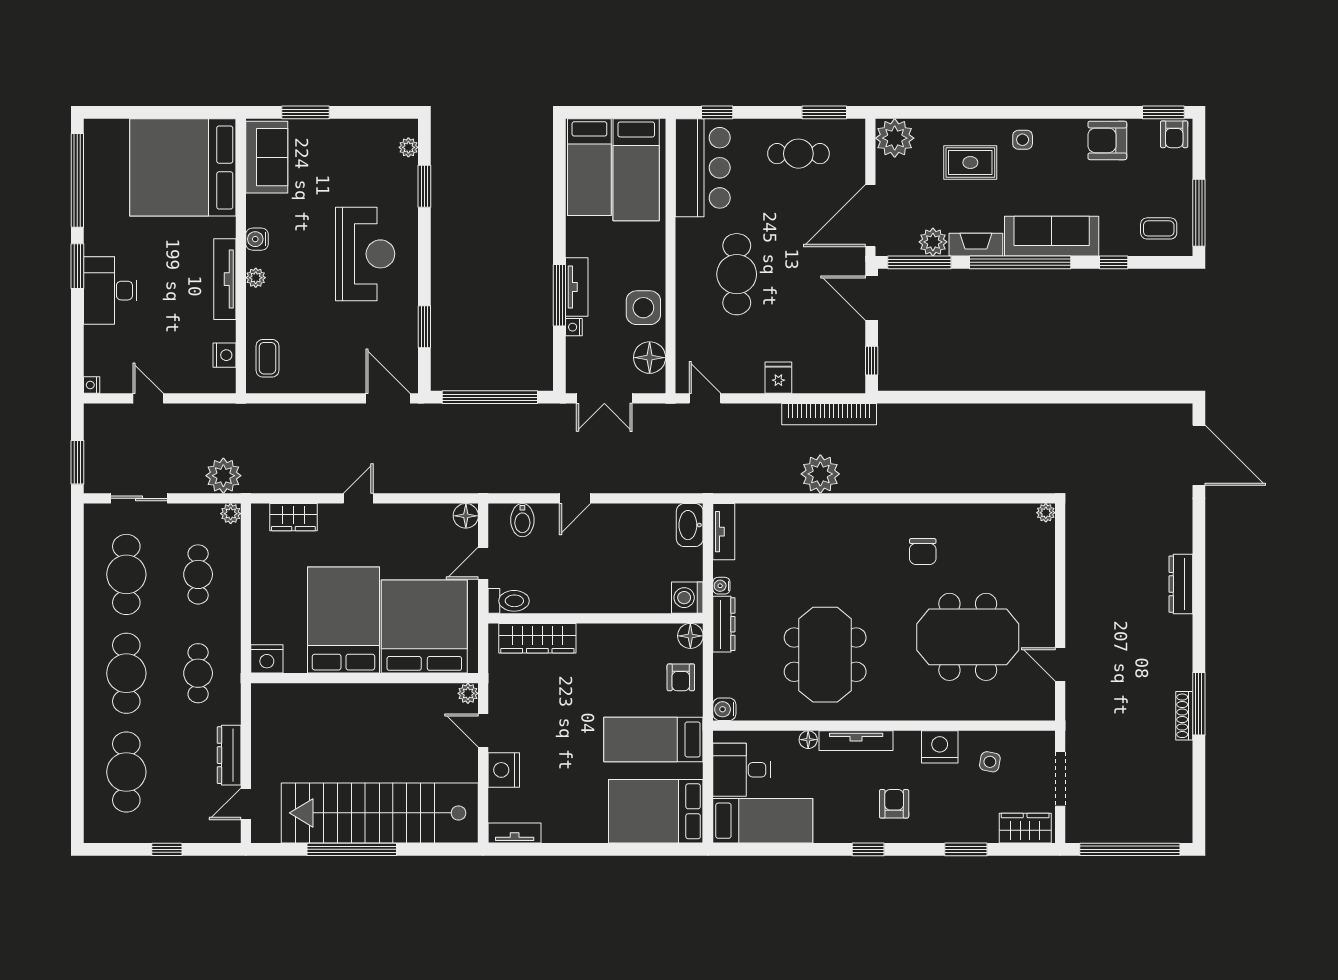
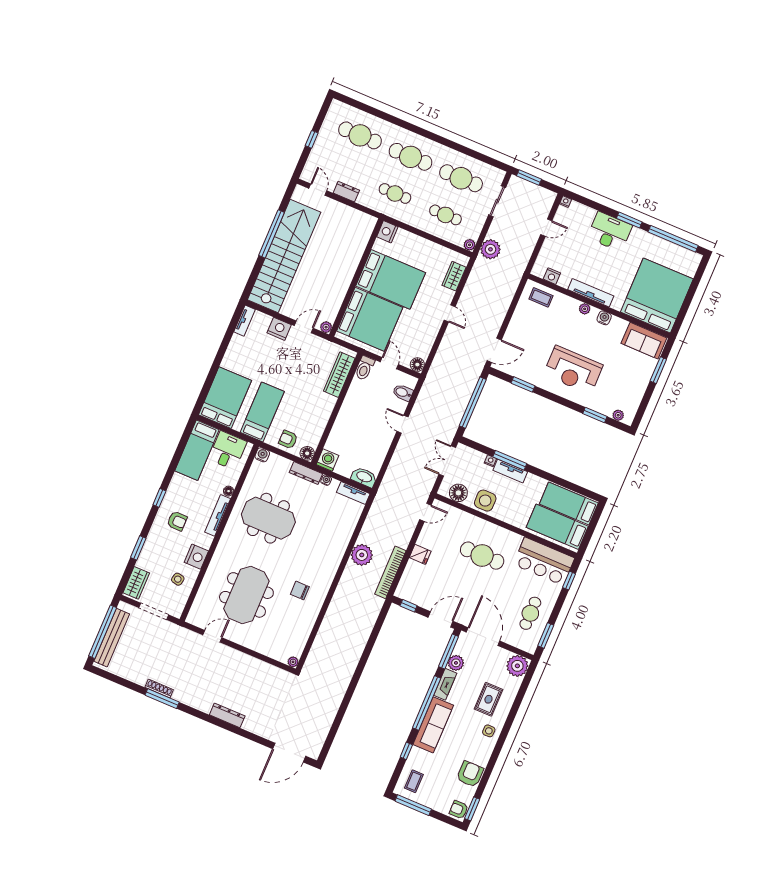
dresser: (229, 755) -> (346, 192), width x0.70
bench: (1133, 830) -> (112, 638), added

